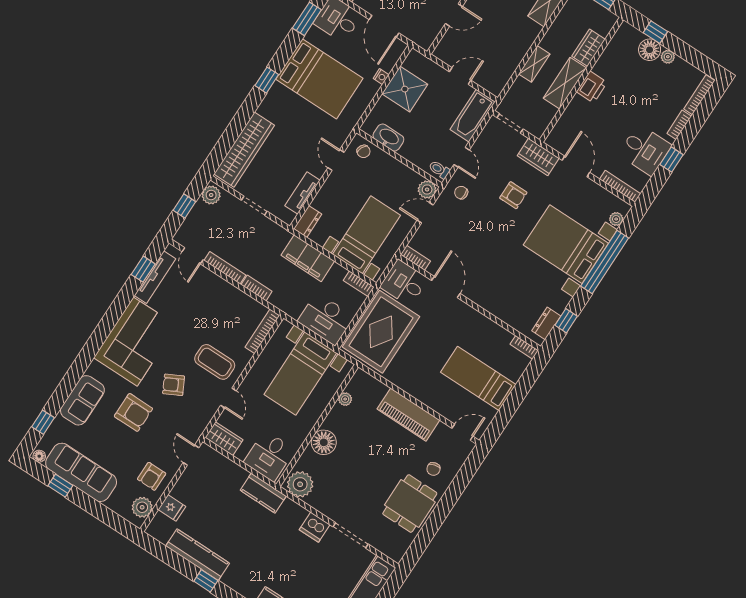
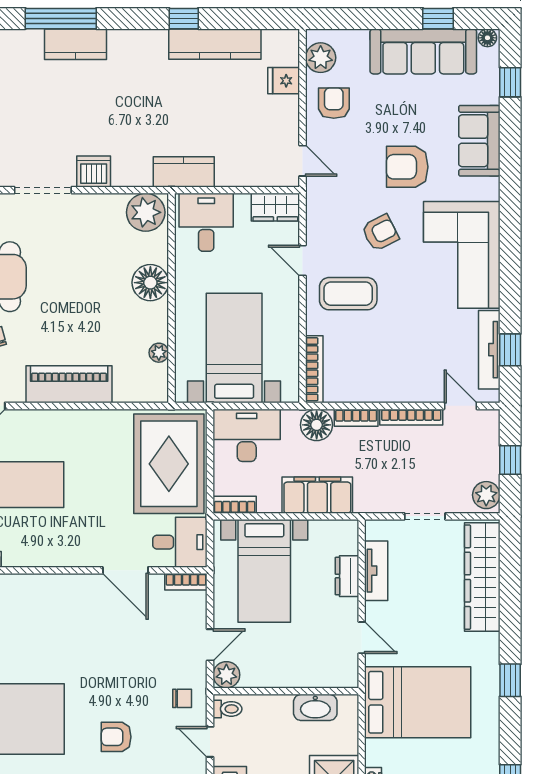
bed: (319, 79) -> (418, 702), moved, turned 180
chair: (364, 151) -> (335, 671), removed
dresser: (308, 221) -> (347, 576), moved
floor lamp: (282, 299) -> (317, 425), added

